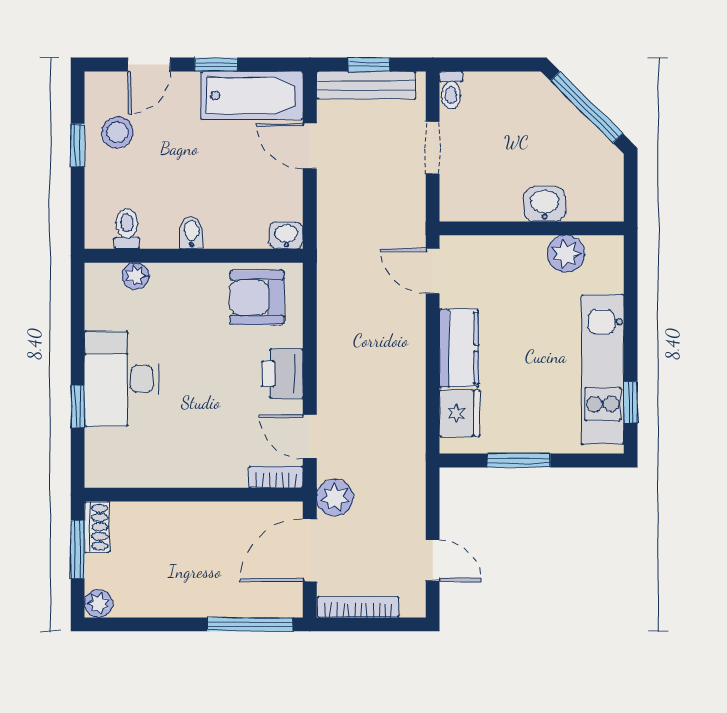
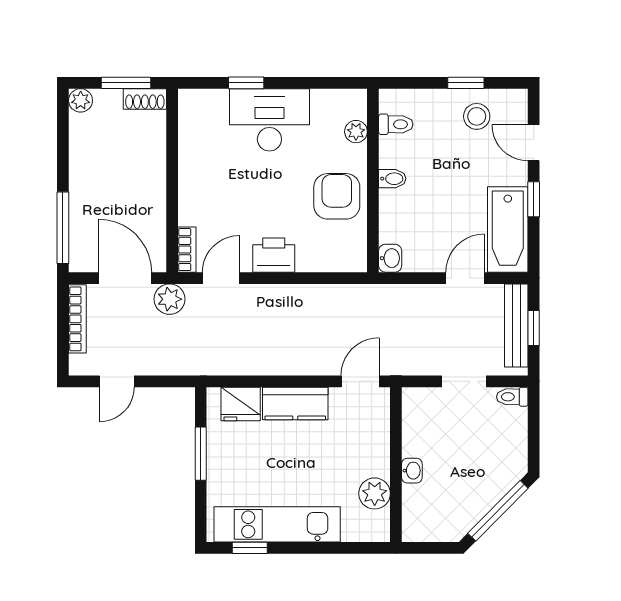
washbasin: (545, 204) -> (412, 471), width x0.72, depth x0.69
armchair: (257, 298) -> (337, 196), moved

